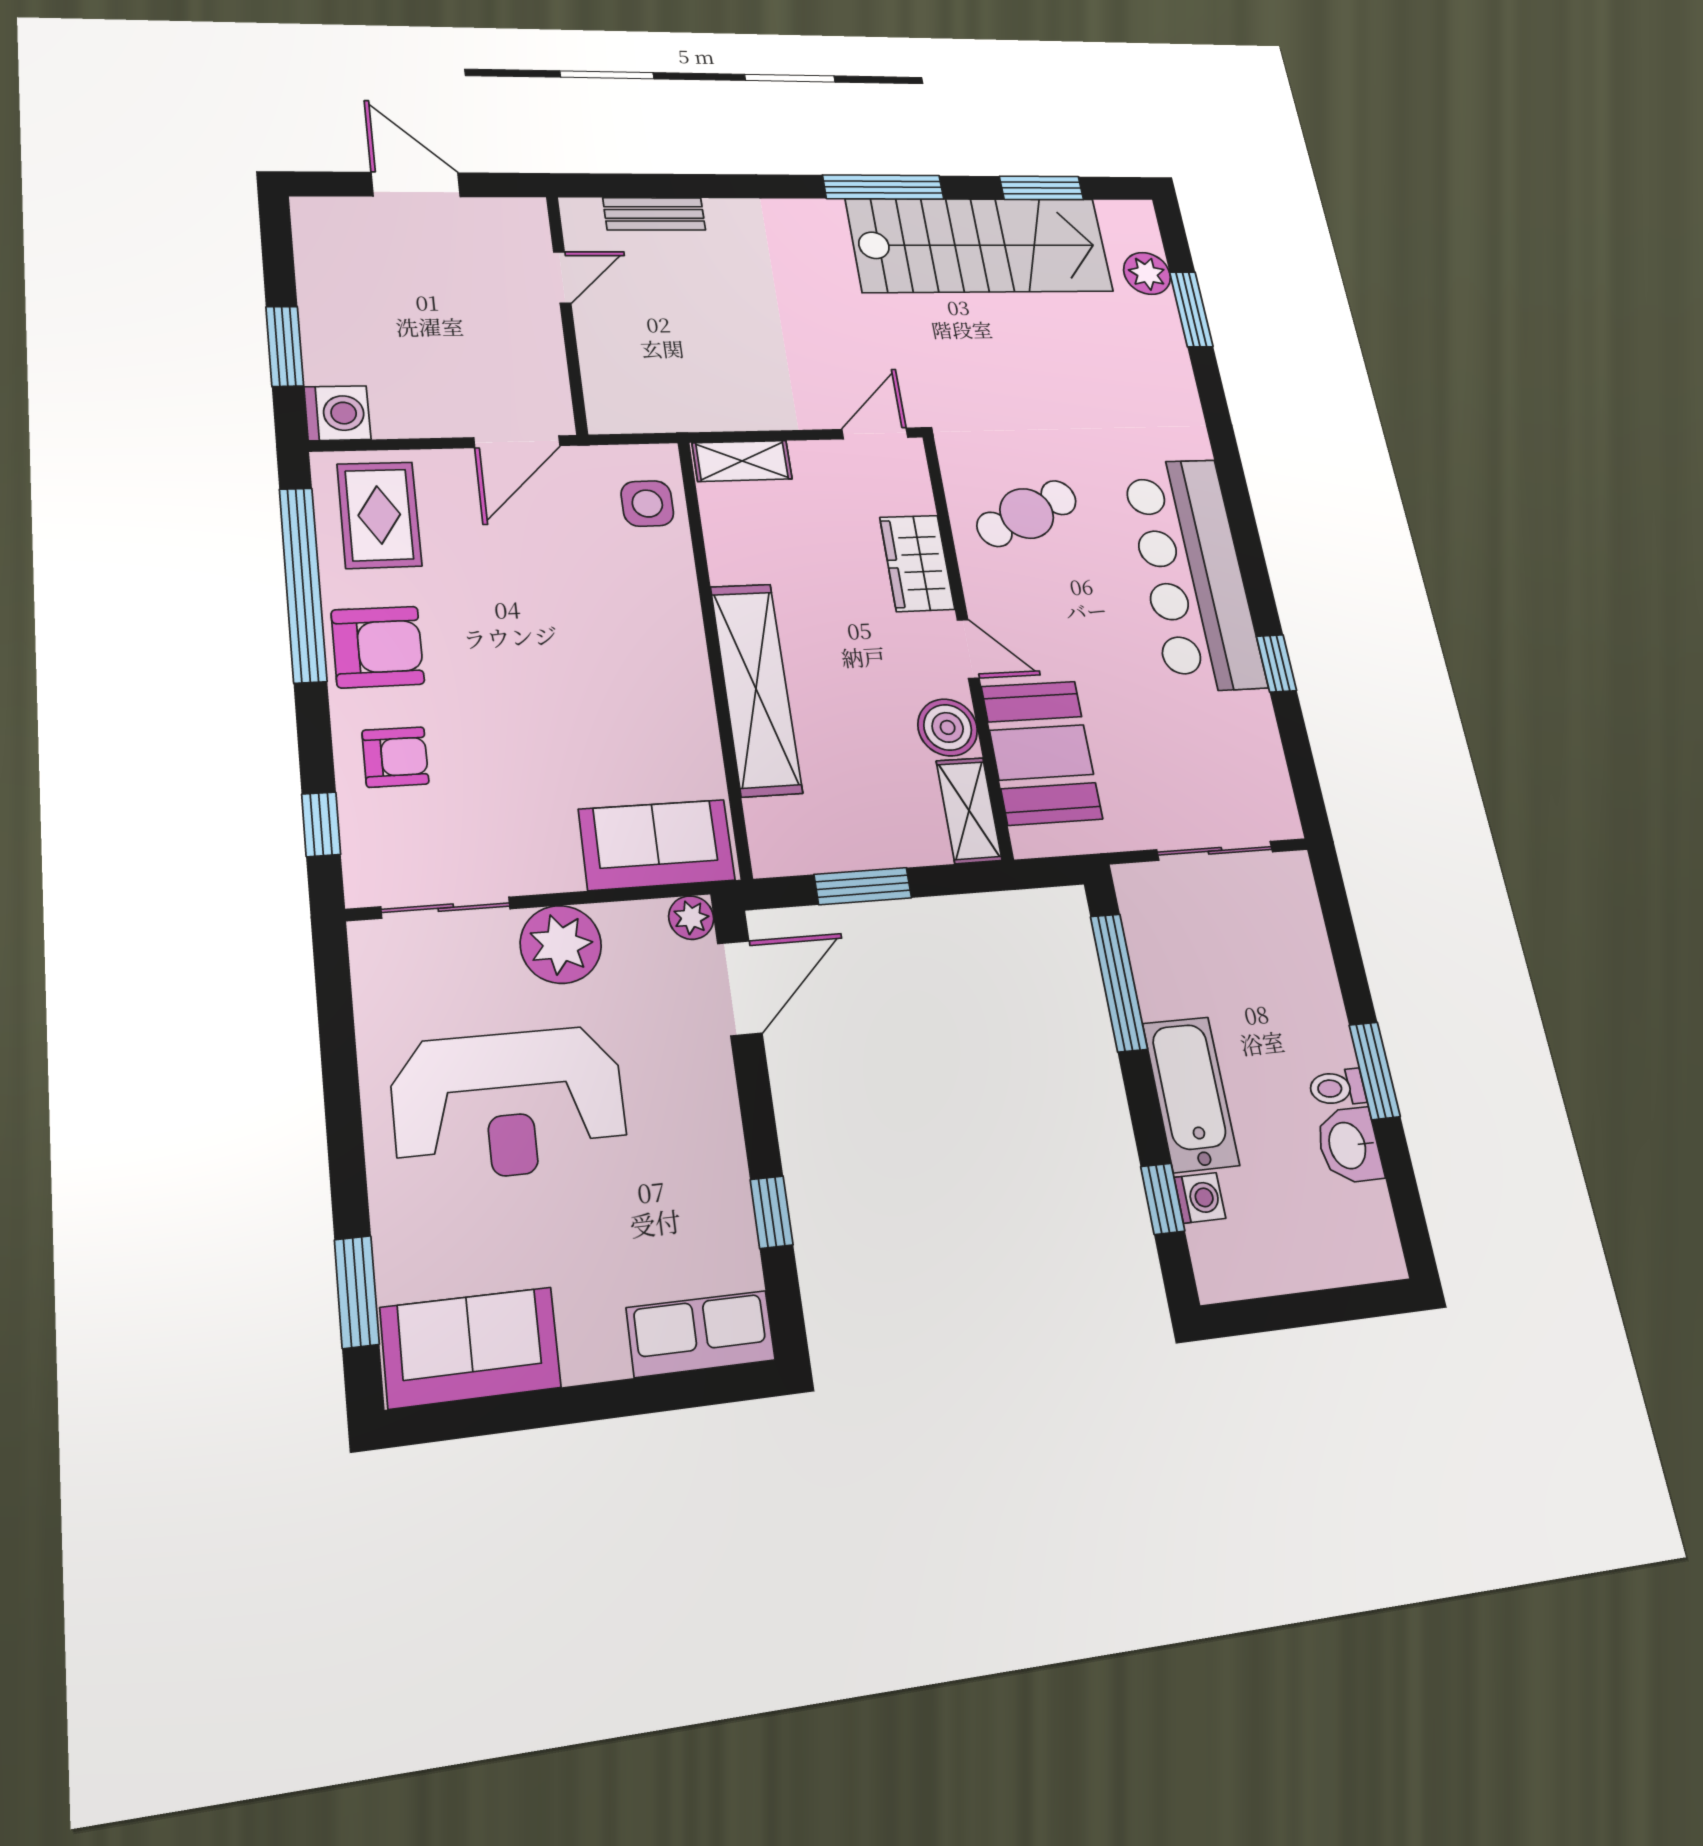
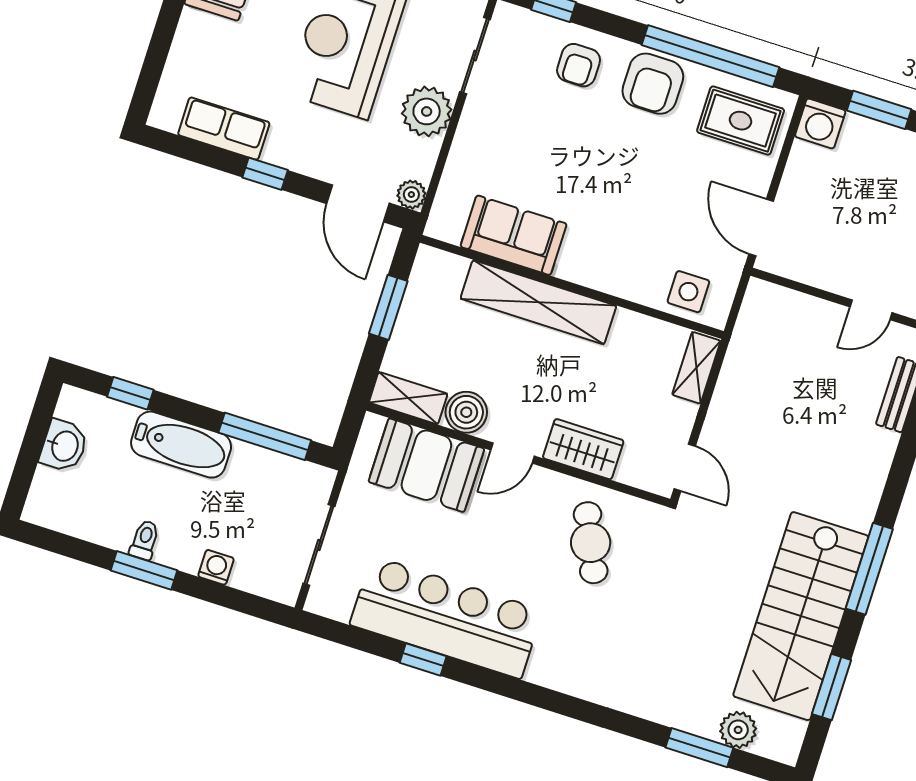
door: (562, 278) -> (871, 310), hinge flipped
bar counter: (1193, 574) -> (446, 617), moved
sofa: (657, 845) -> (514, 235), moved, turned -90
washbasin: (1349, 1145) -> (64, 446), moved, turned 90
washing machine: (1200, 1198) -> (216, 567), moved, turned 180
window: (771, 1212) -> (265, 174), moved
row of seats: (701, 1334) -> (224, 129), moved, turned -90

